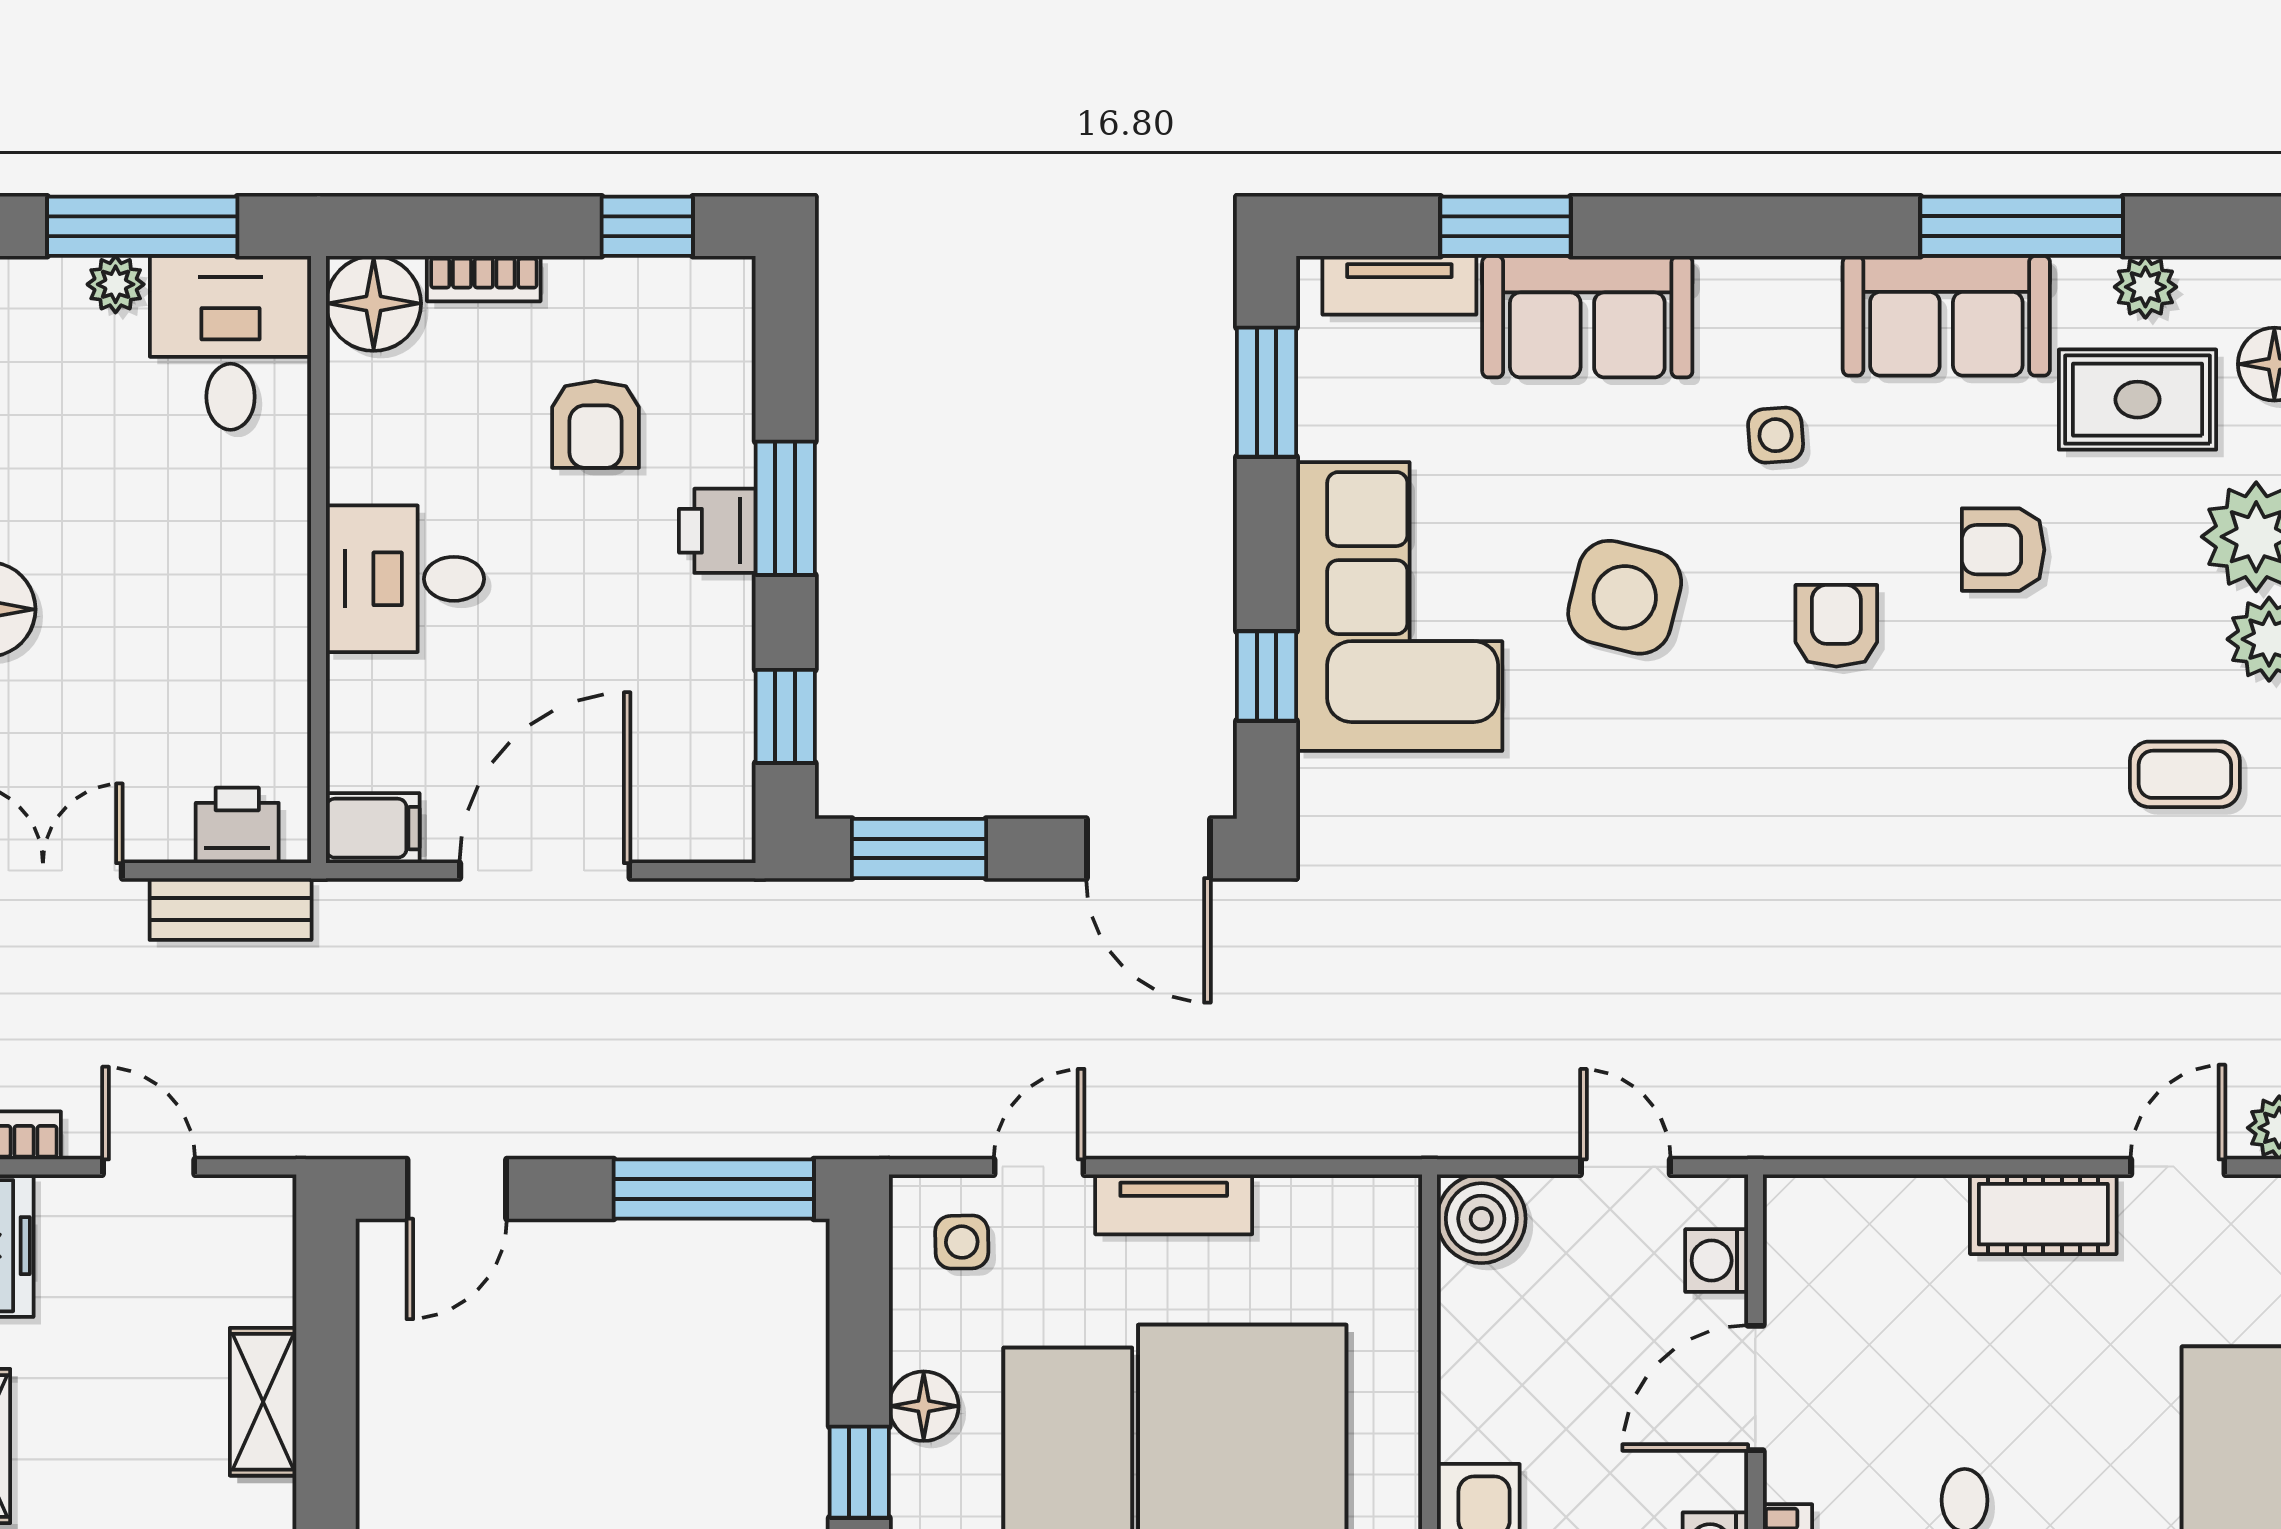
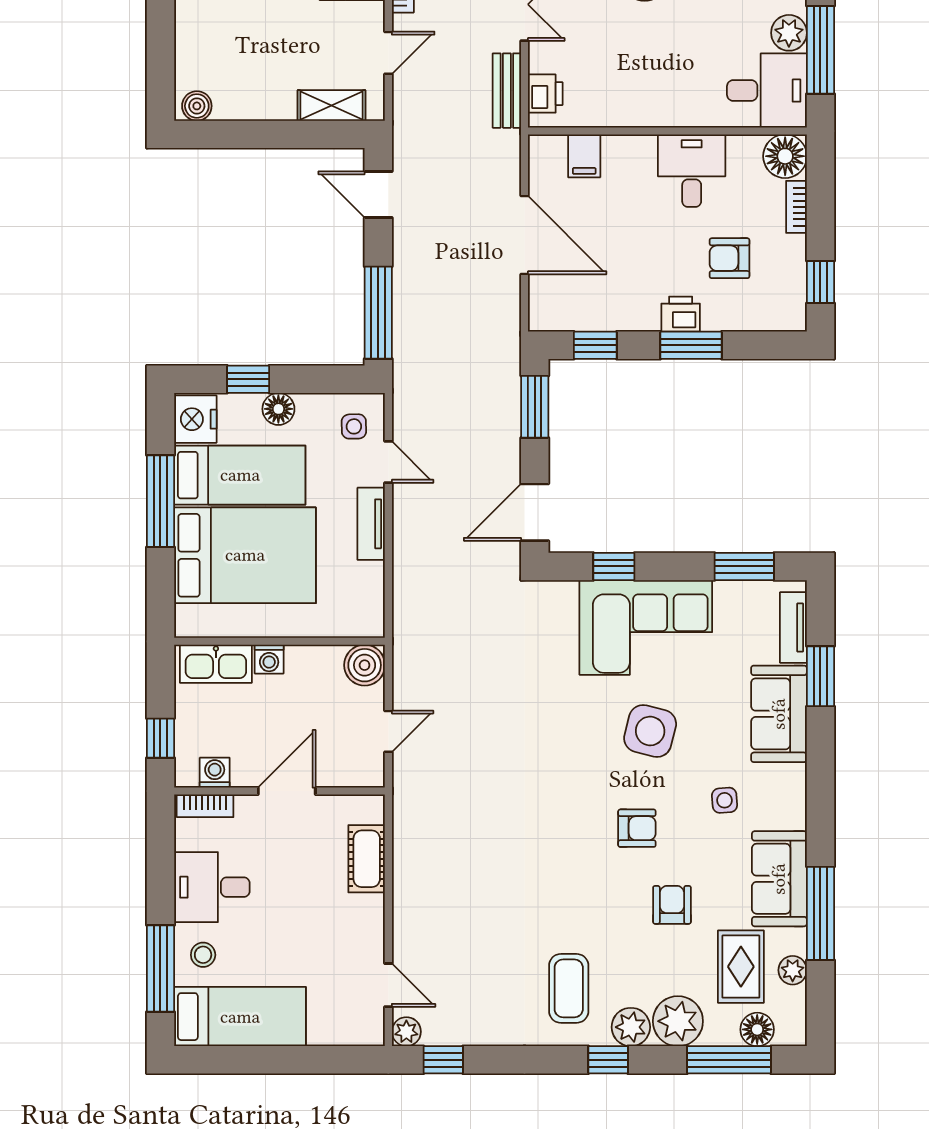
plant: (116, 284) -> (789, 33), width x1.38, depth x1.38
desk: (405, 579) -> (692, 171), moved
coffee table: (2185, 774) -> (569, 988), width x1.36, depth x1.30
filing cabinet: (373, 828) -> (584, 156), moved
cot: (2043, 1214) -> (367, 859), moved
washing machine: (1717, 1261) -> (269, 659), moved, turned 180
door: (1755, 1388) -> (287, 791), hinge flipped
shelving: (263, 1402) -> (331, 105), moved

